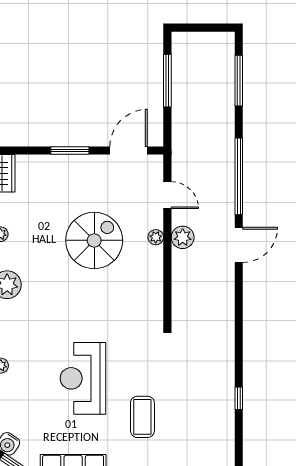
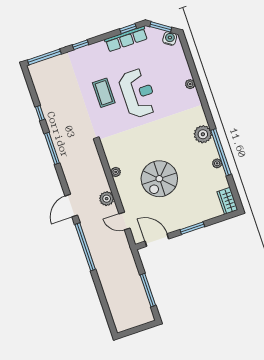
window: (239, 81) -> (52, 148), moved
door: (129, 150) -> (157, 240), swing flipped
plant: (156, 237) -> (116, 172), moved
coffee table: (142, 417) -> (104, 93), moved

